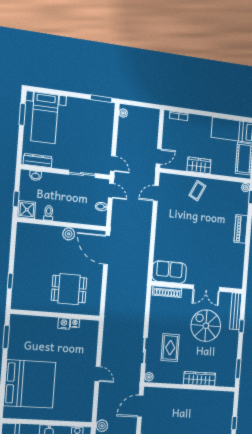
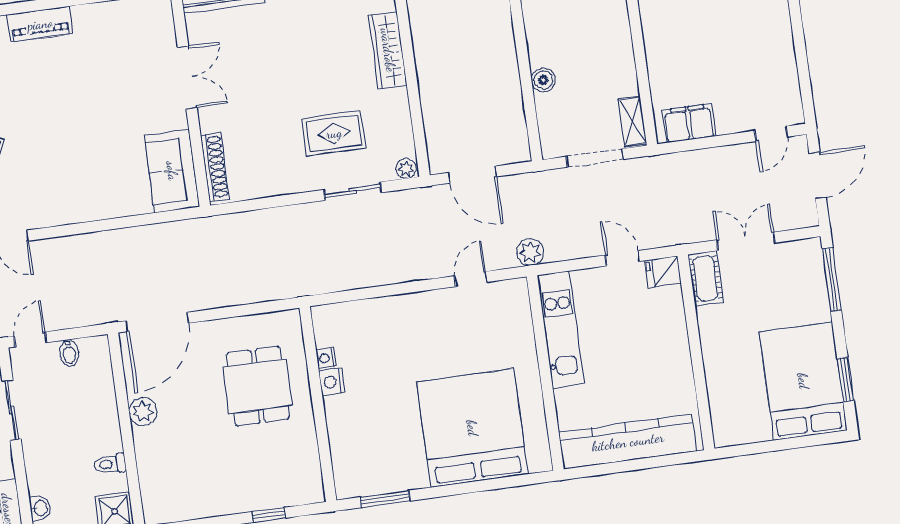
spiral stairs: (206, 326) -> (269, 61), removed
door: (98, 374) -> (471, 279), moved

